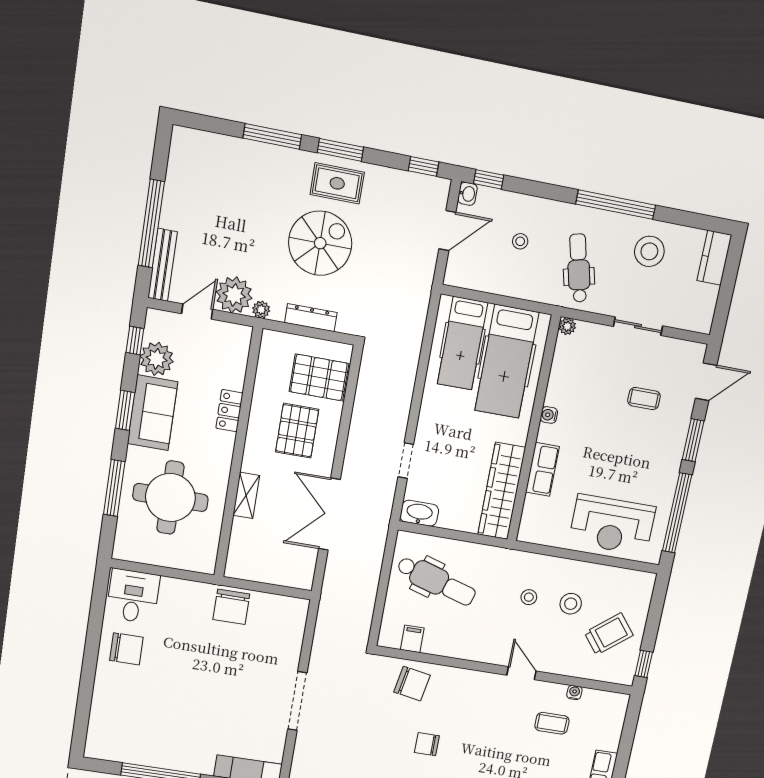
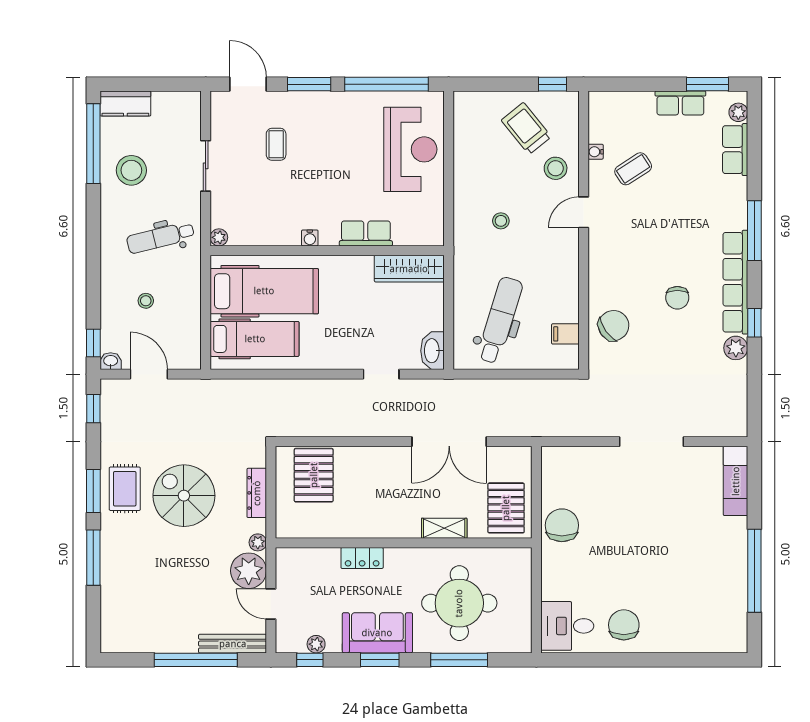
window: (616, 205) -> (93, 144), moved
plant: (157, 359) -> (316, 644), width x0.53, depth x0.53
pallet: (297, 431) -> (506, 508), moved, turned 90
wardrobe: (502, 491) -> (409, 269), width x0.71, depth x0.85
stool: (571, 604) -> (556, 168), moved
chair: (231, 607) -> (562, 525), turned -90
chair: (412, 684) -> (614, 326), turned 45
coffee table: (552, 723) -> (633, 169), turned 57

